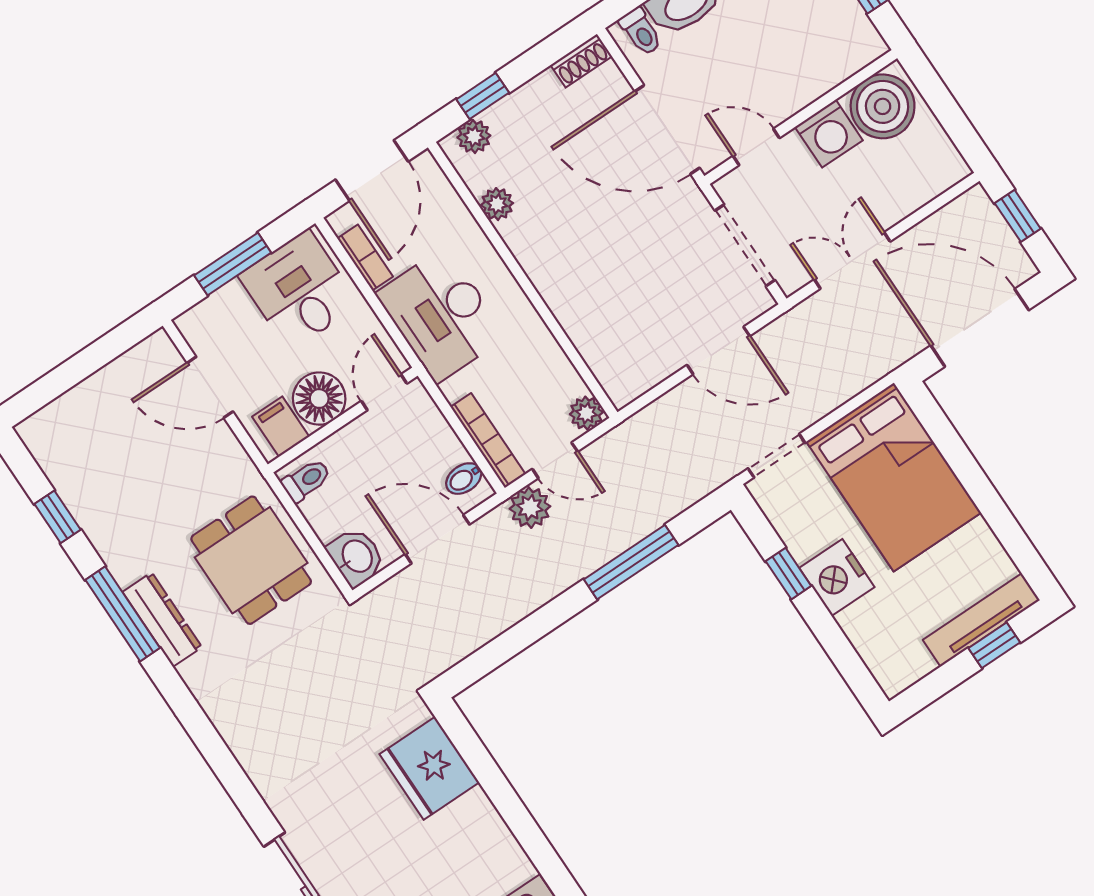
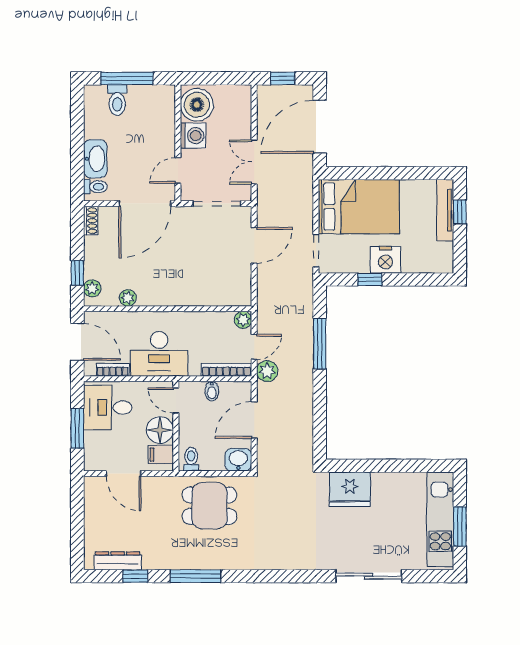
door: (210, 387) -> (124, 474), hinge flipped
bidet: (464, 479) -> (212, 391), moved
dresser: (162, 620) -> (118, 561), moved

